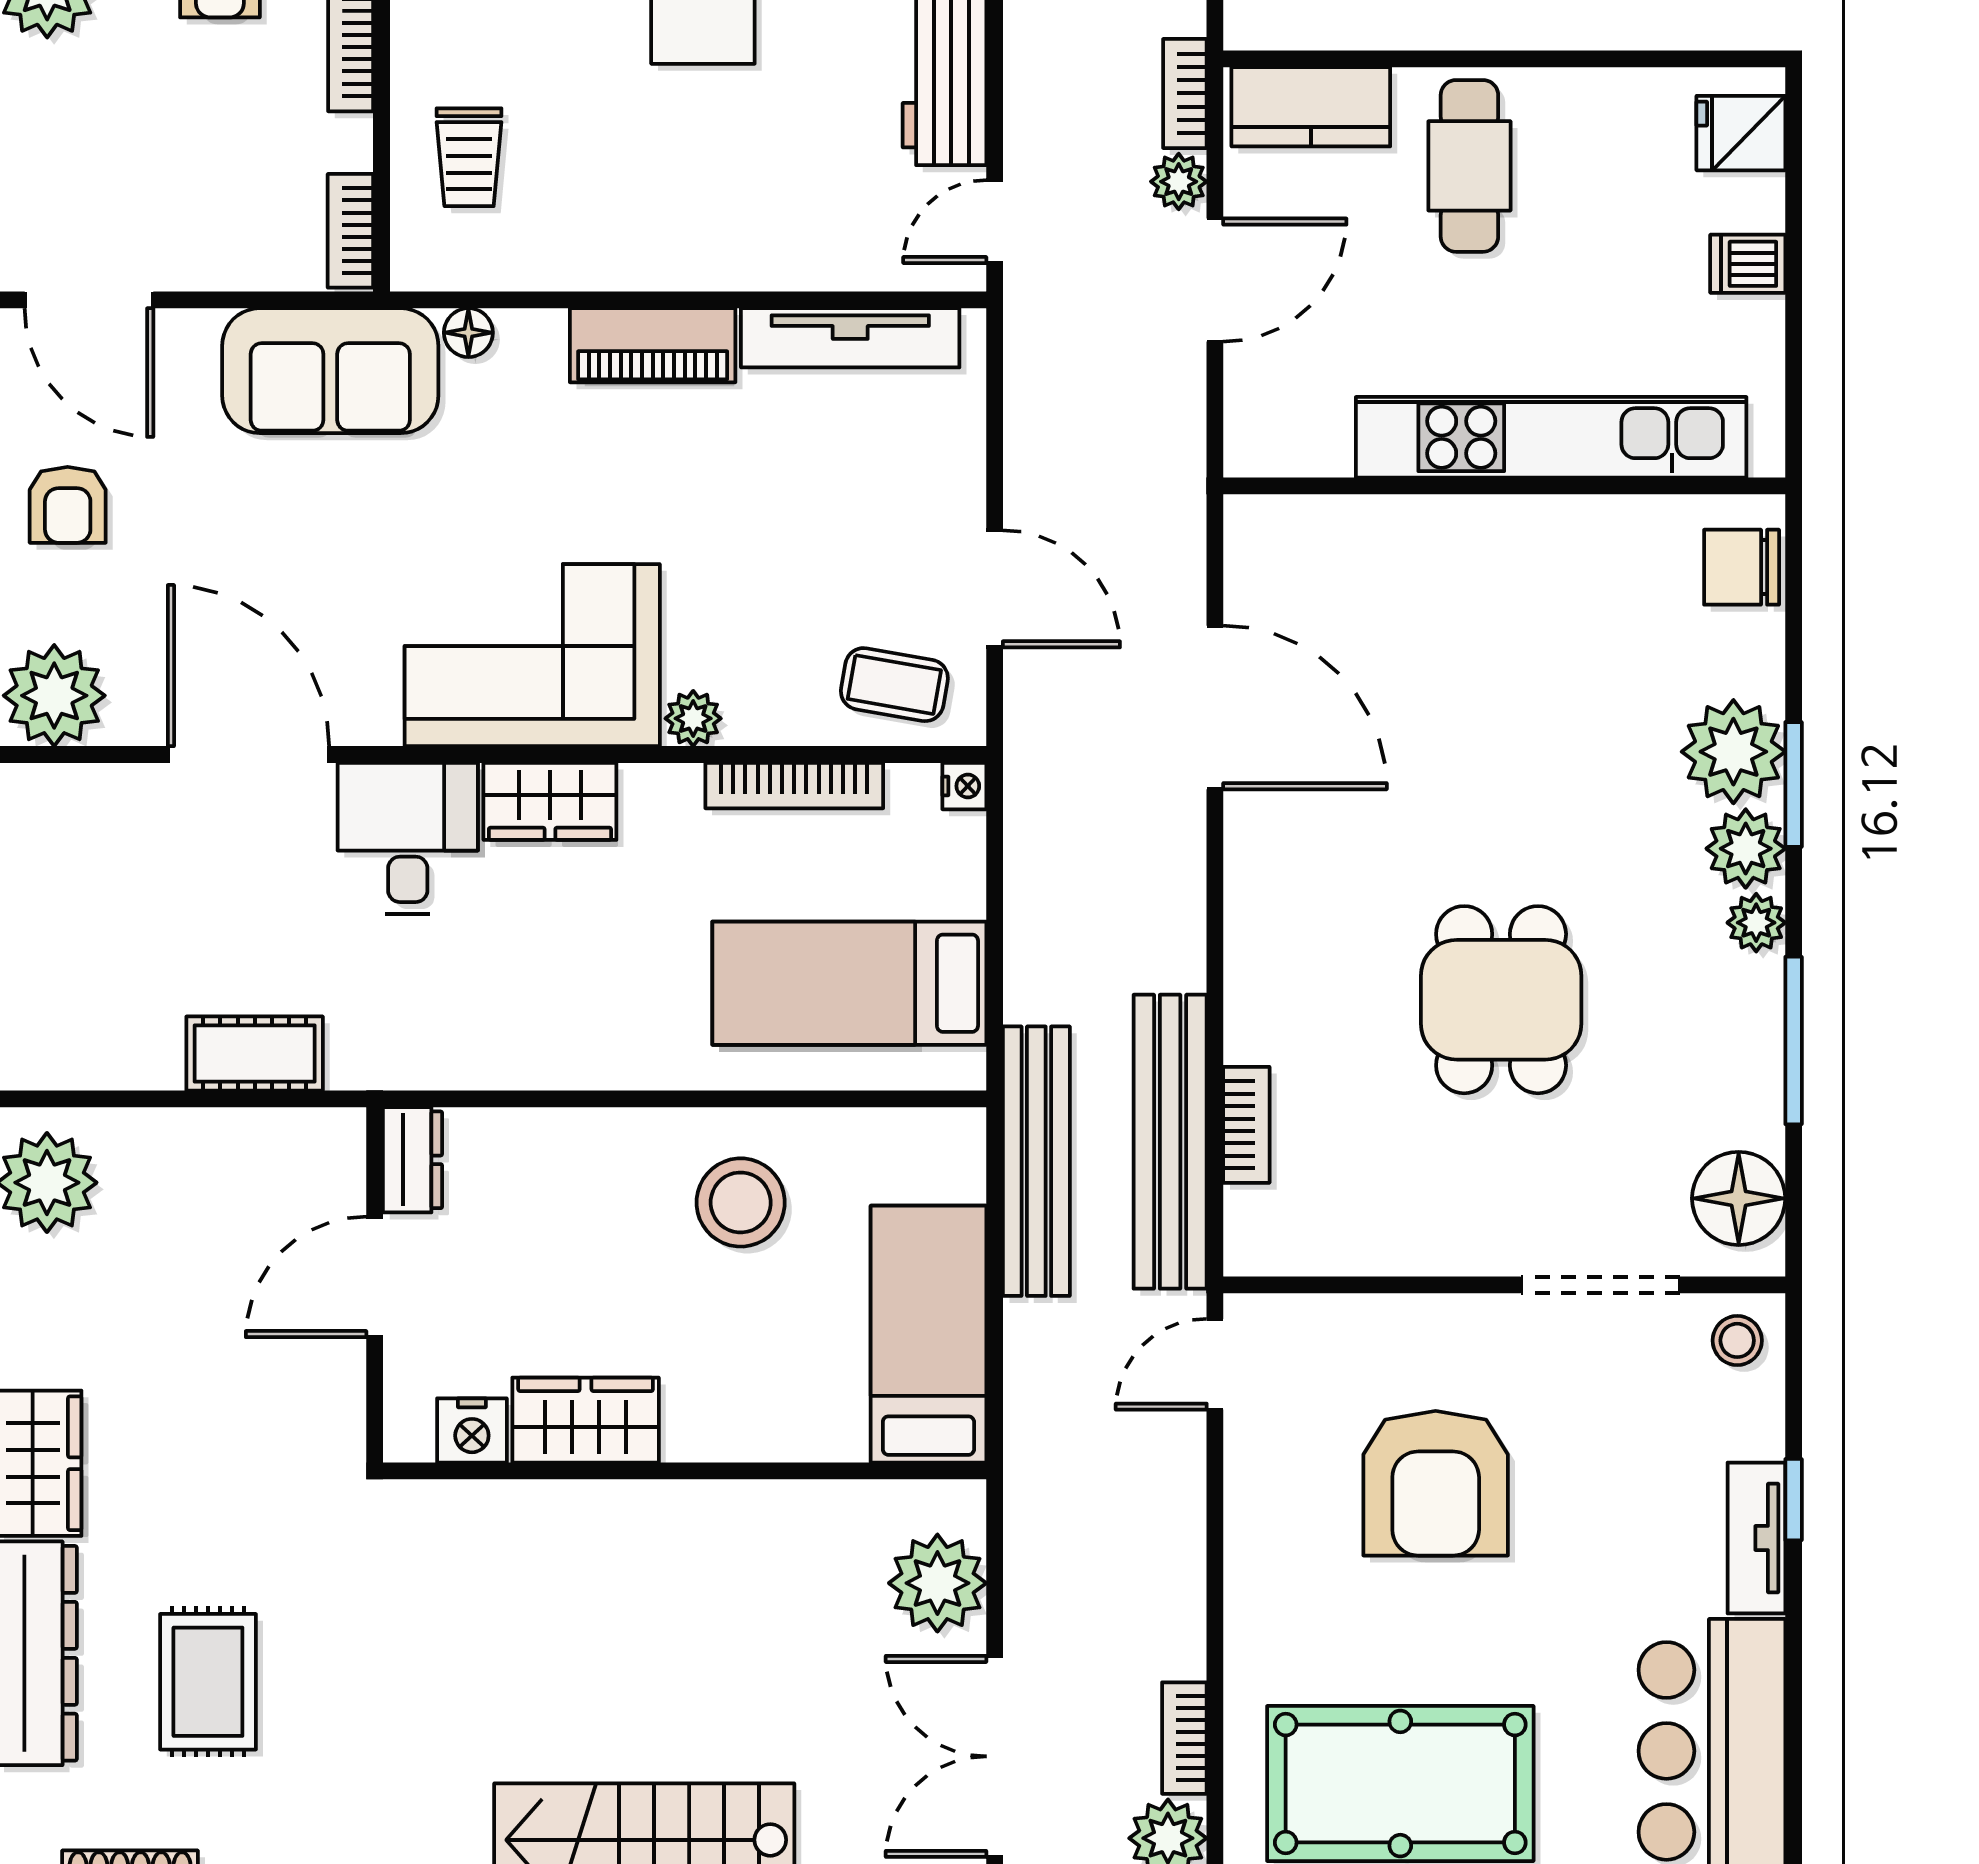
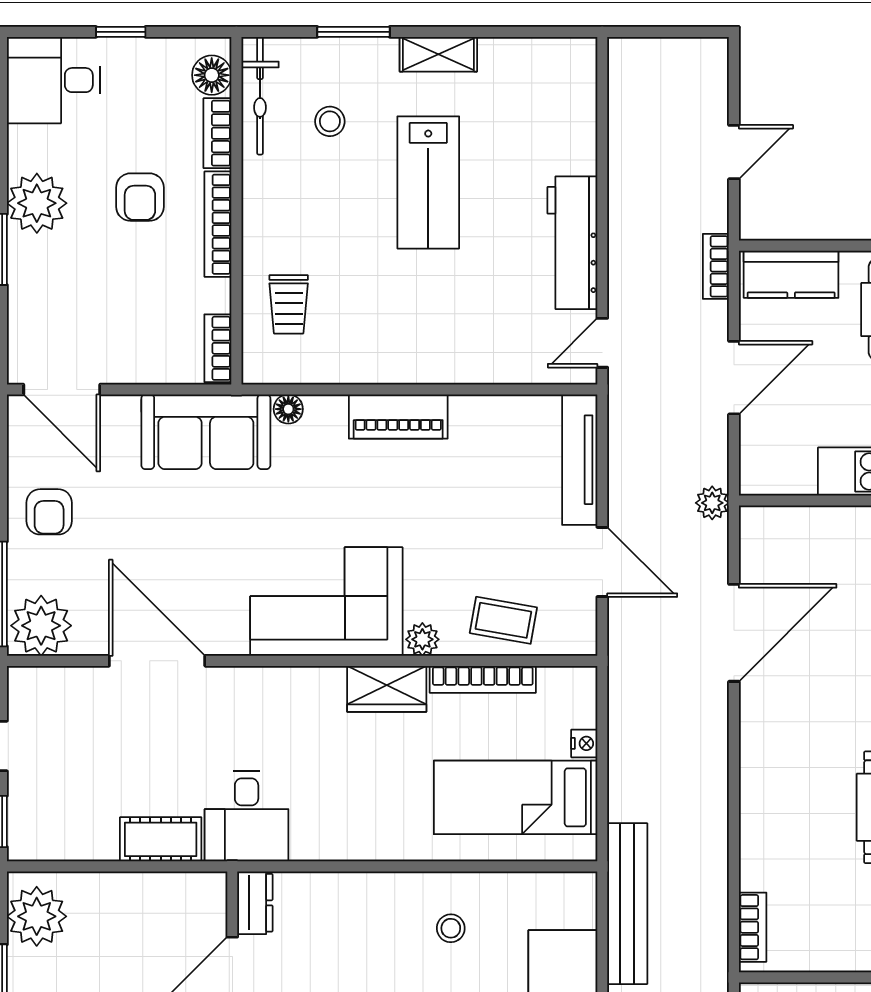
plant: (1179, 182) -> (712, 503), moved
tv unit: (850, 338) -> (580, 460), moved, turned 90
coffee table: (894, 685) -> (503, 620), moved
door: (1215, 707) -> (734, 633), hinge flipped
nightstand: (964, 786) -> (584, 743), moved
wardrobe: (550, 801) -> (387, 689), moved
desk: (408, 838) -> (247, 816), moved, turned 180
bookcase: (1246, 1125) -> (753, 927), moved
bench: (1170, 1142) -> (707, 892), removed
stool: (741, 1202) -> (451, 928), width x0.53, depth x0.53

